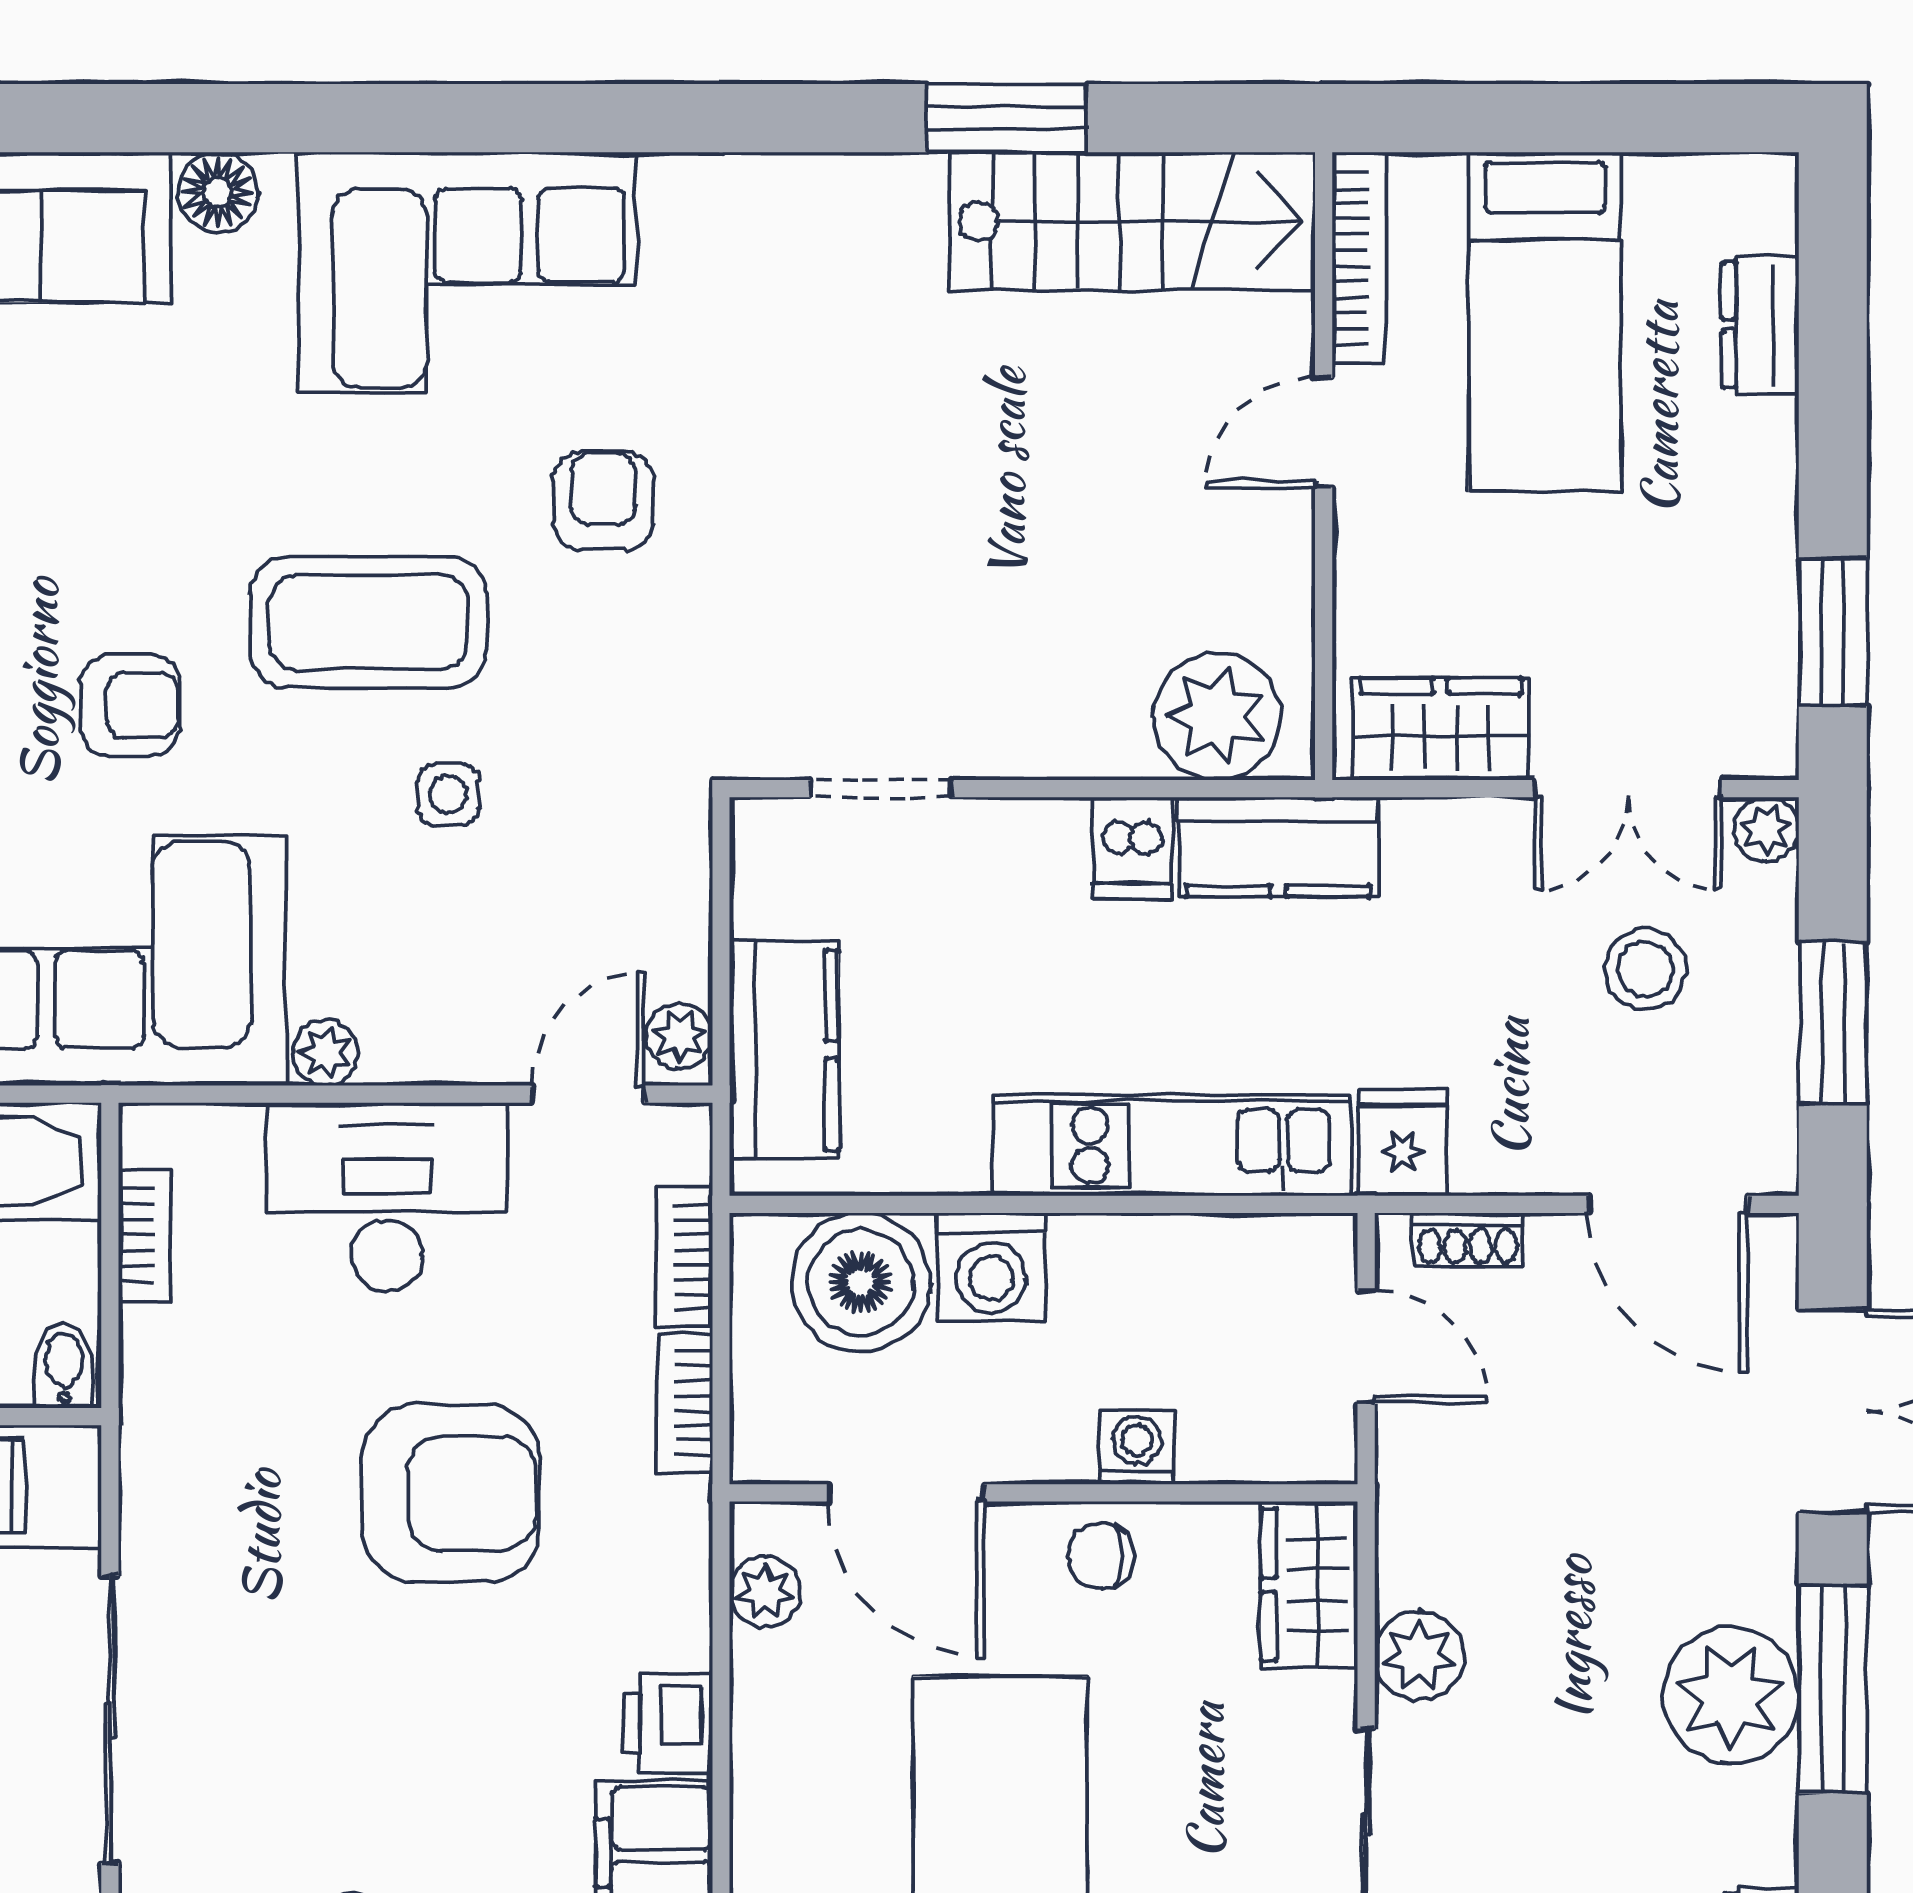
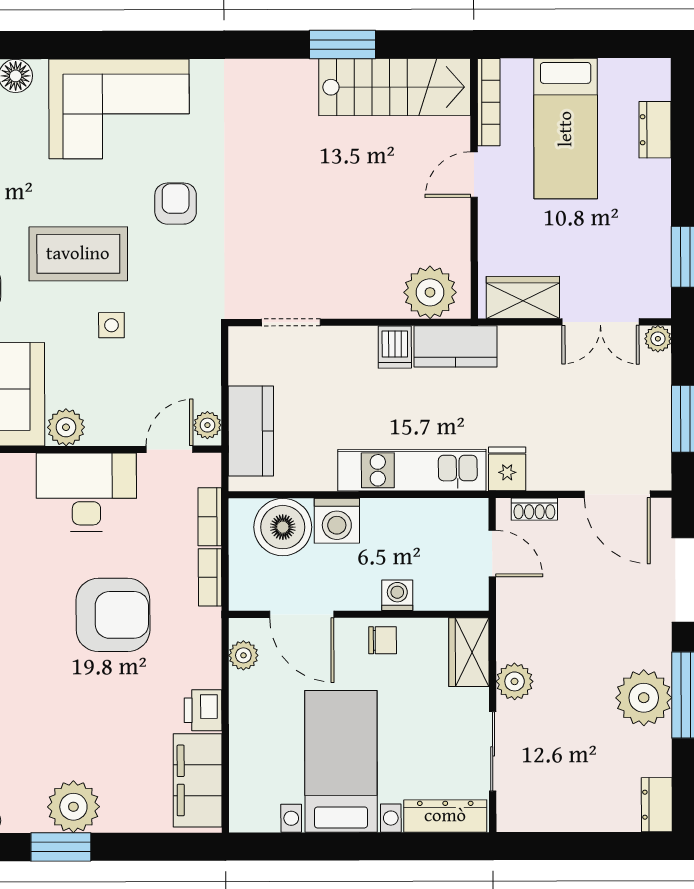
stool: (1645, 969) -> (608, 397), removed
plant: (326, 1053) -> (66, 427), width x1.38, depth x1.38
chair: (1101, 1556) -> (383, 640), turned 180

